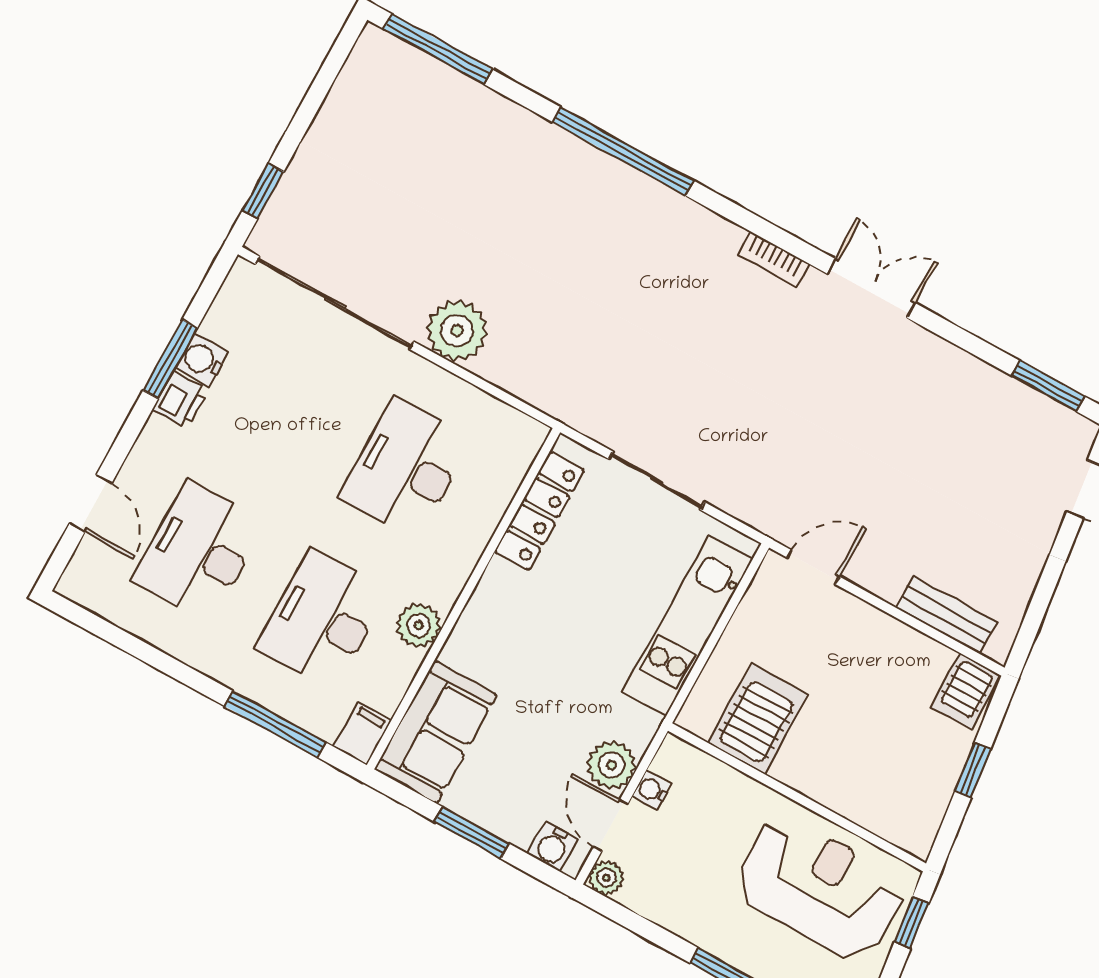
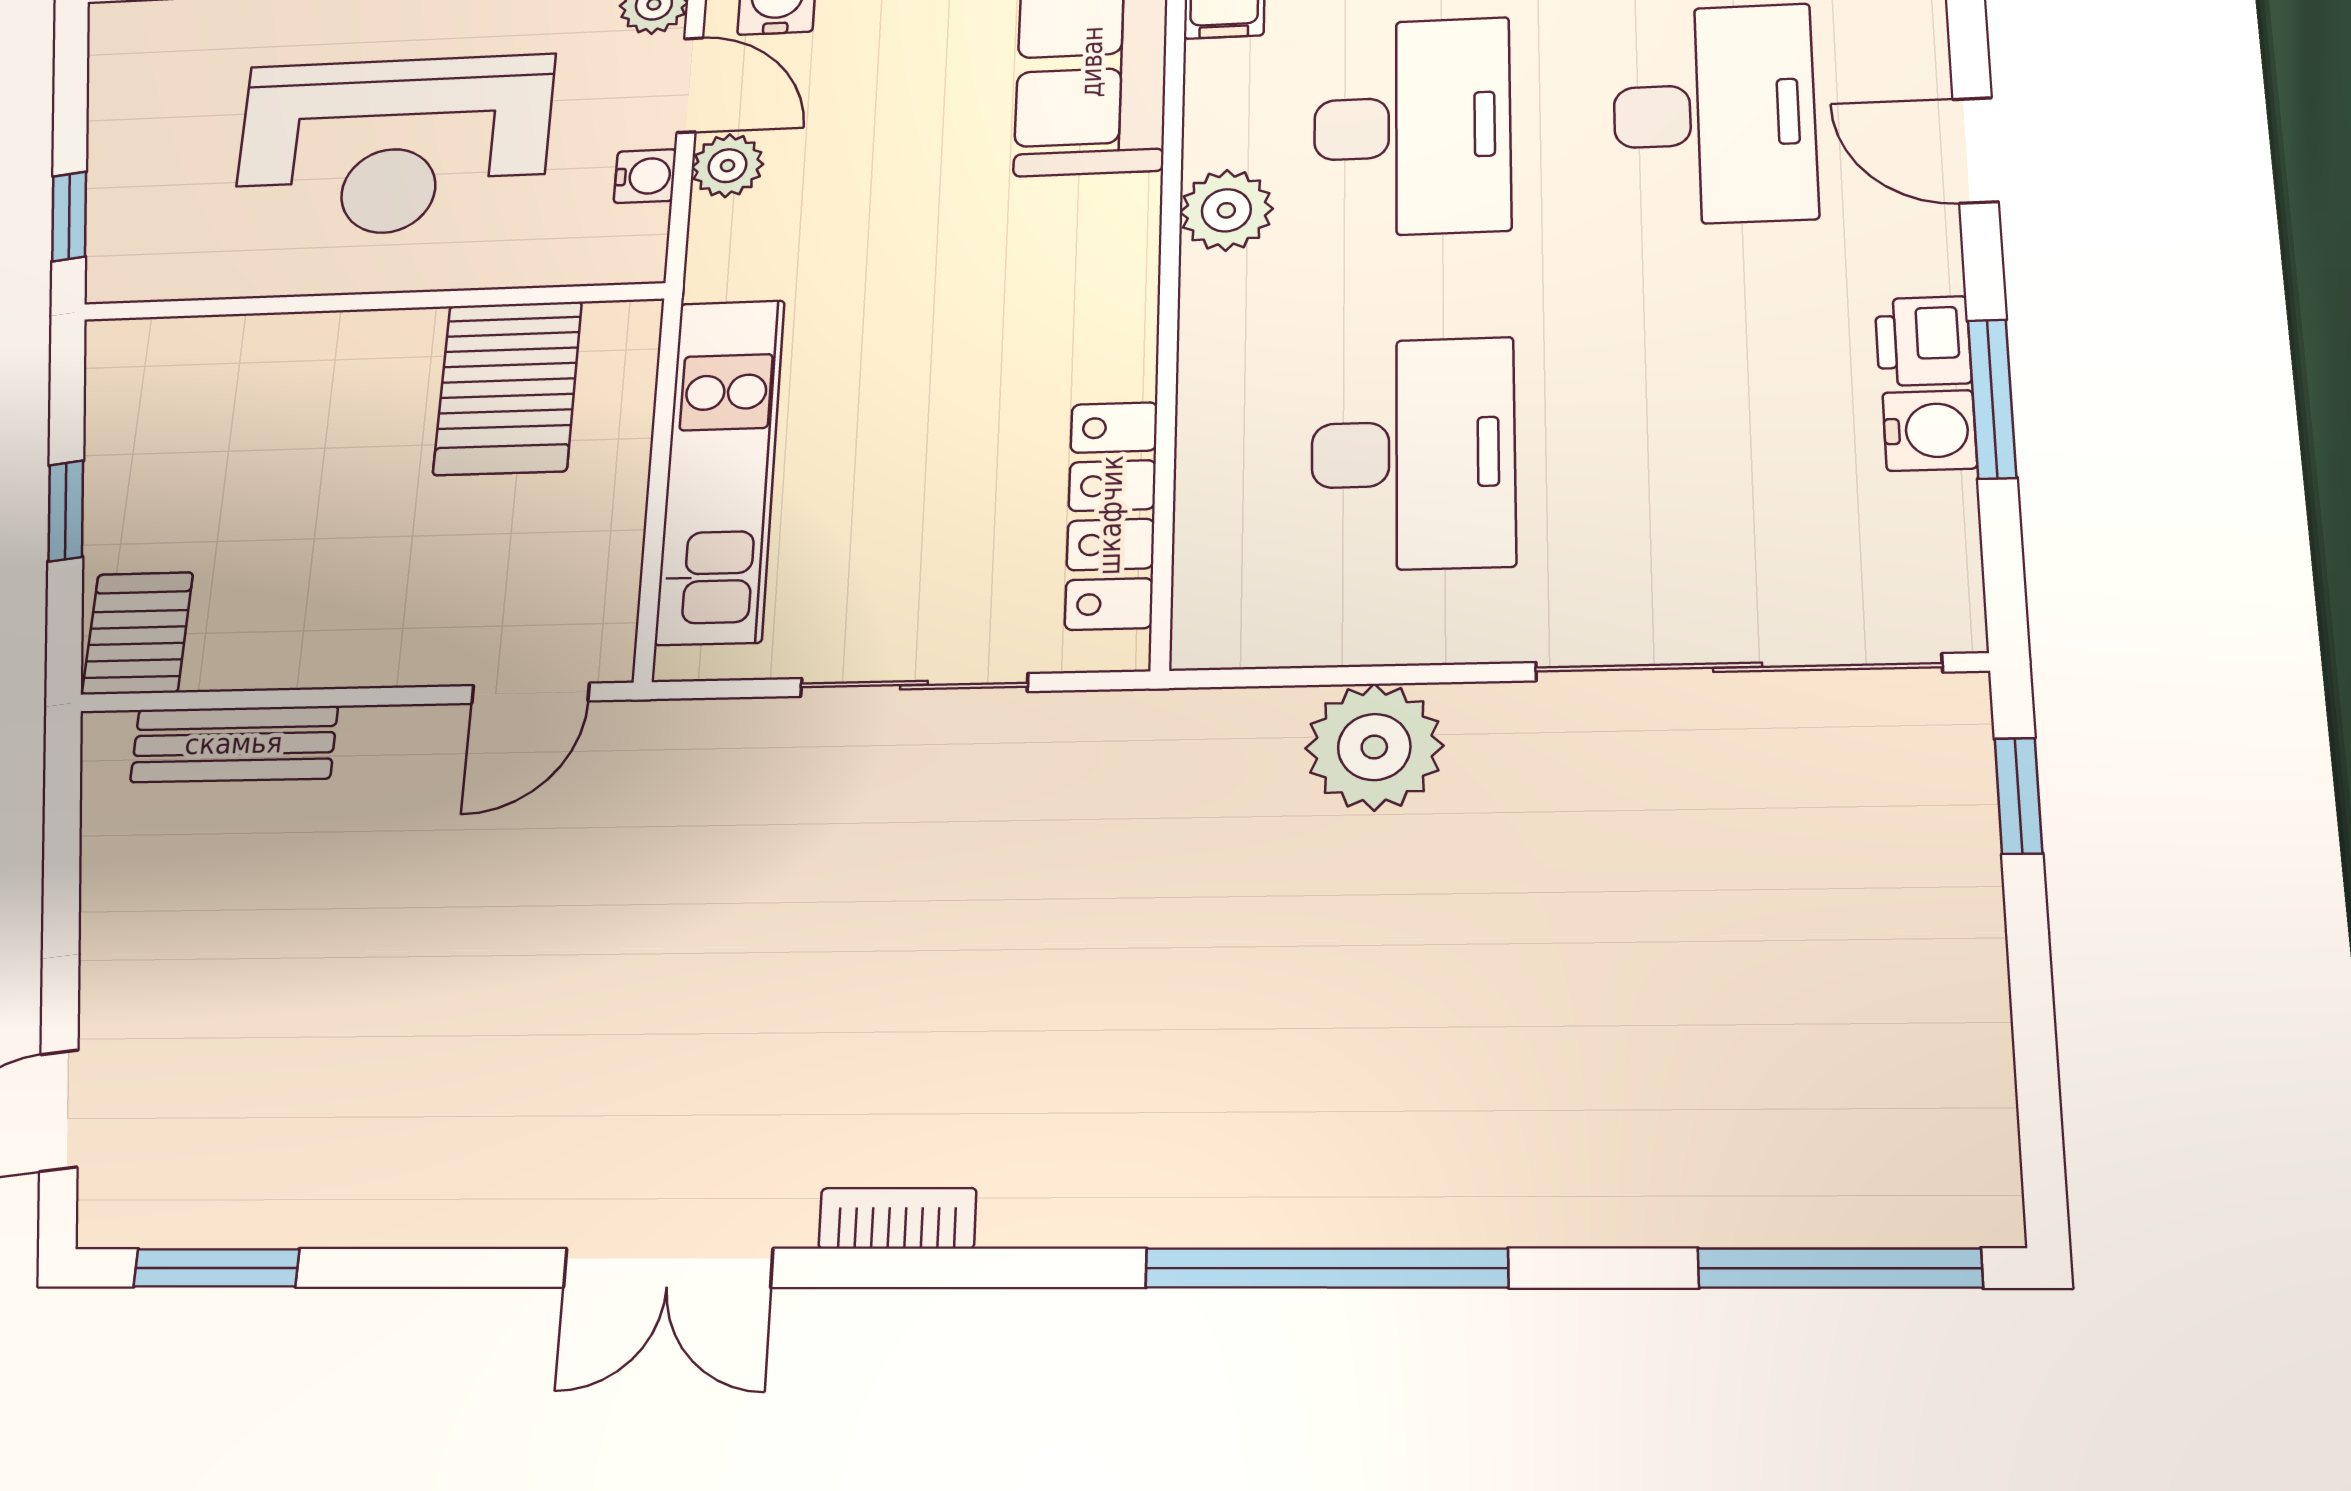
plant: (457, 331) -> (1374, 747), moved
door: (91, 503) -> (1975, 150), moved
plant: (612, 765) -> (728, 166), width x0.73, depth x0.73
reception desk: (819, 888) -> (393, 146), moved

